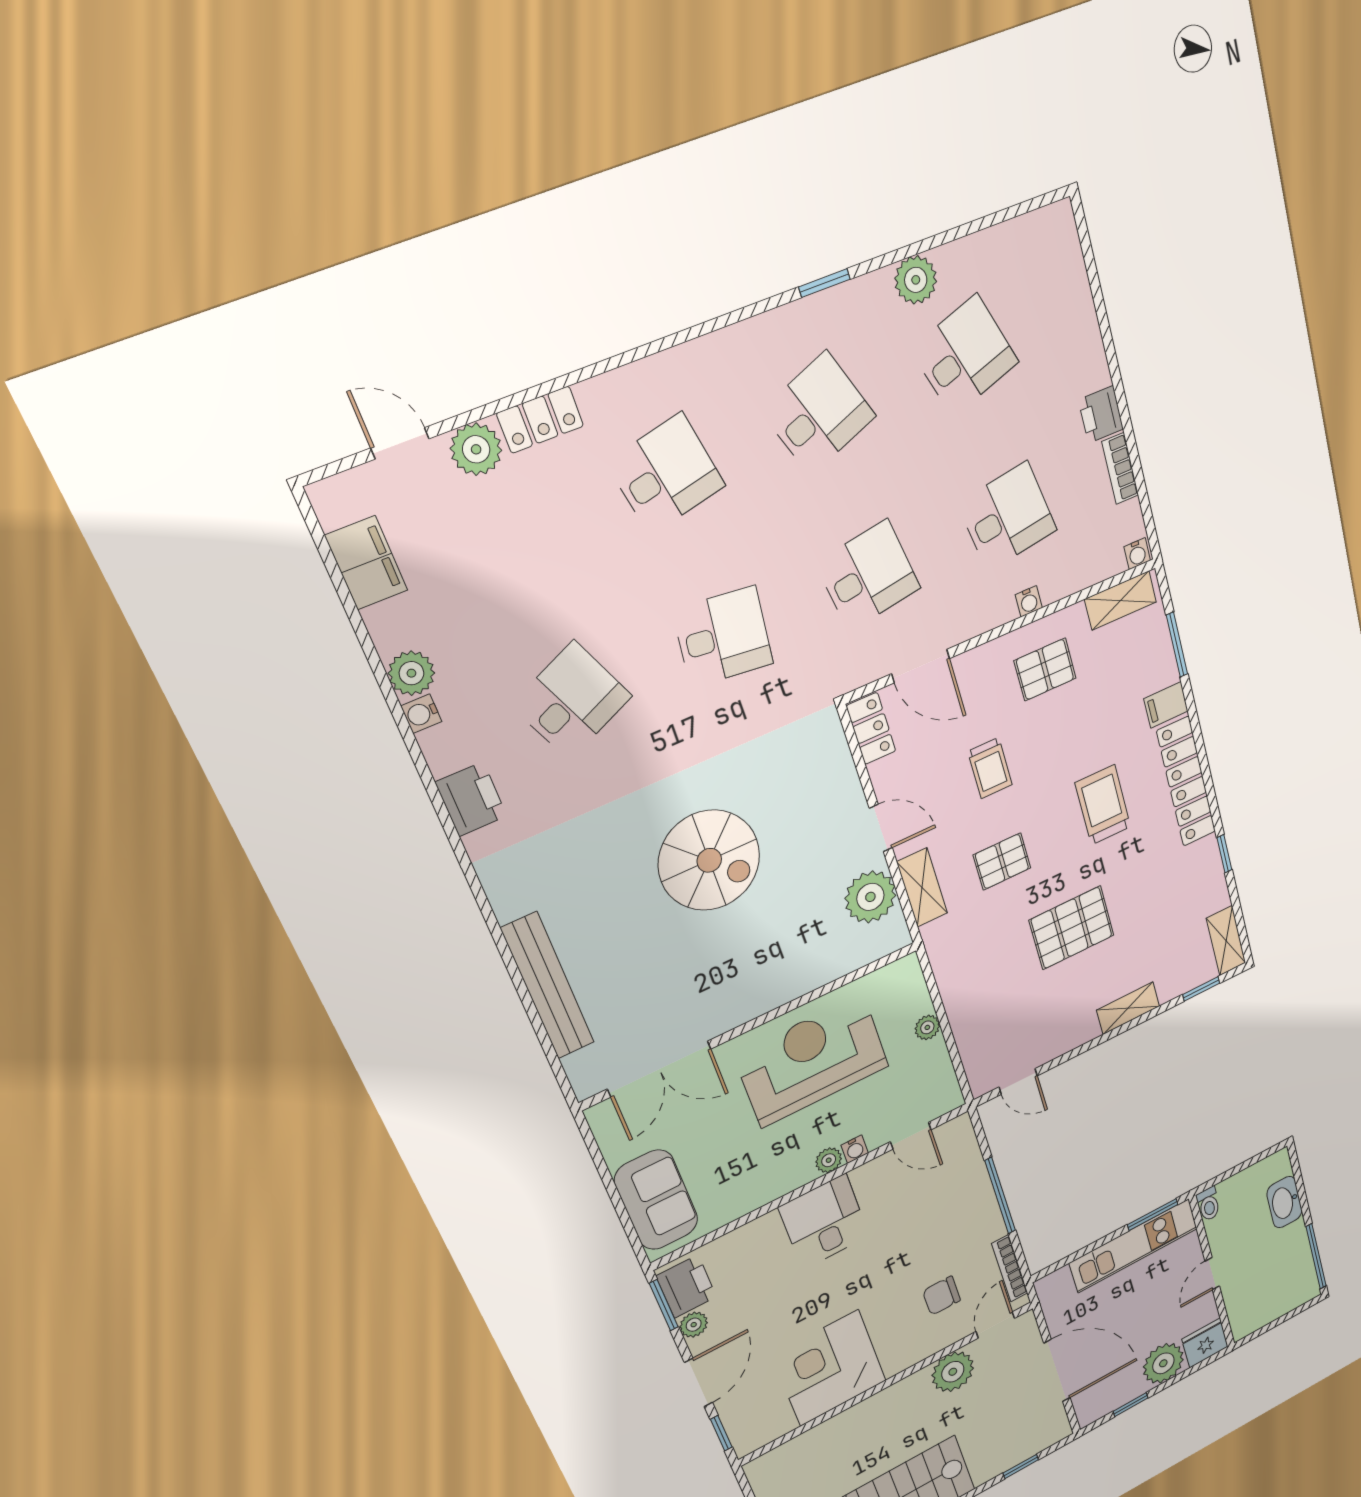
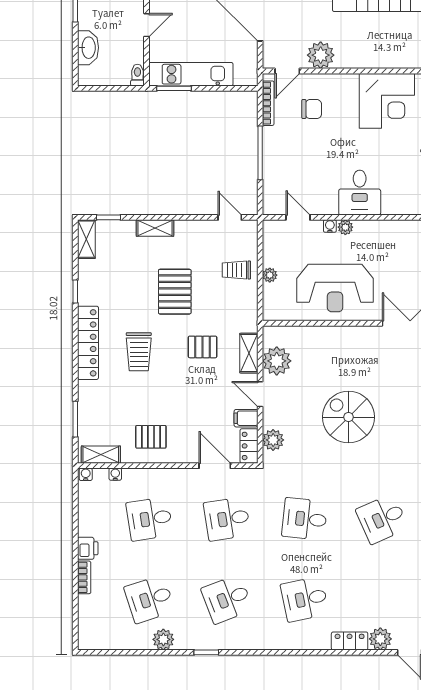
bookcase: (1120, 468) -> (84, 577), moved
water cooler: (1029, 601) -> (115, 474), moved
filing cabinet: (1166, 705) -> (246, 418), moved, turned 180
plant: (832, 758) -> (273, 440), added
trolley: (990, 768) -> (236, 270), moved, turned -90
pallet: (1072, 928) -> (175, 292), turned 90

